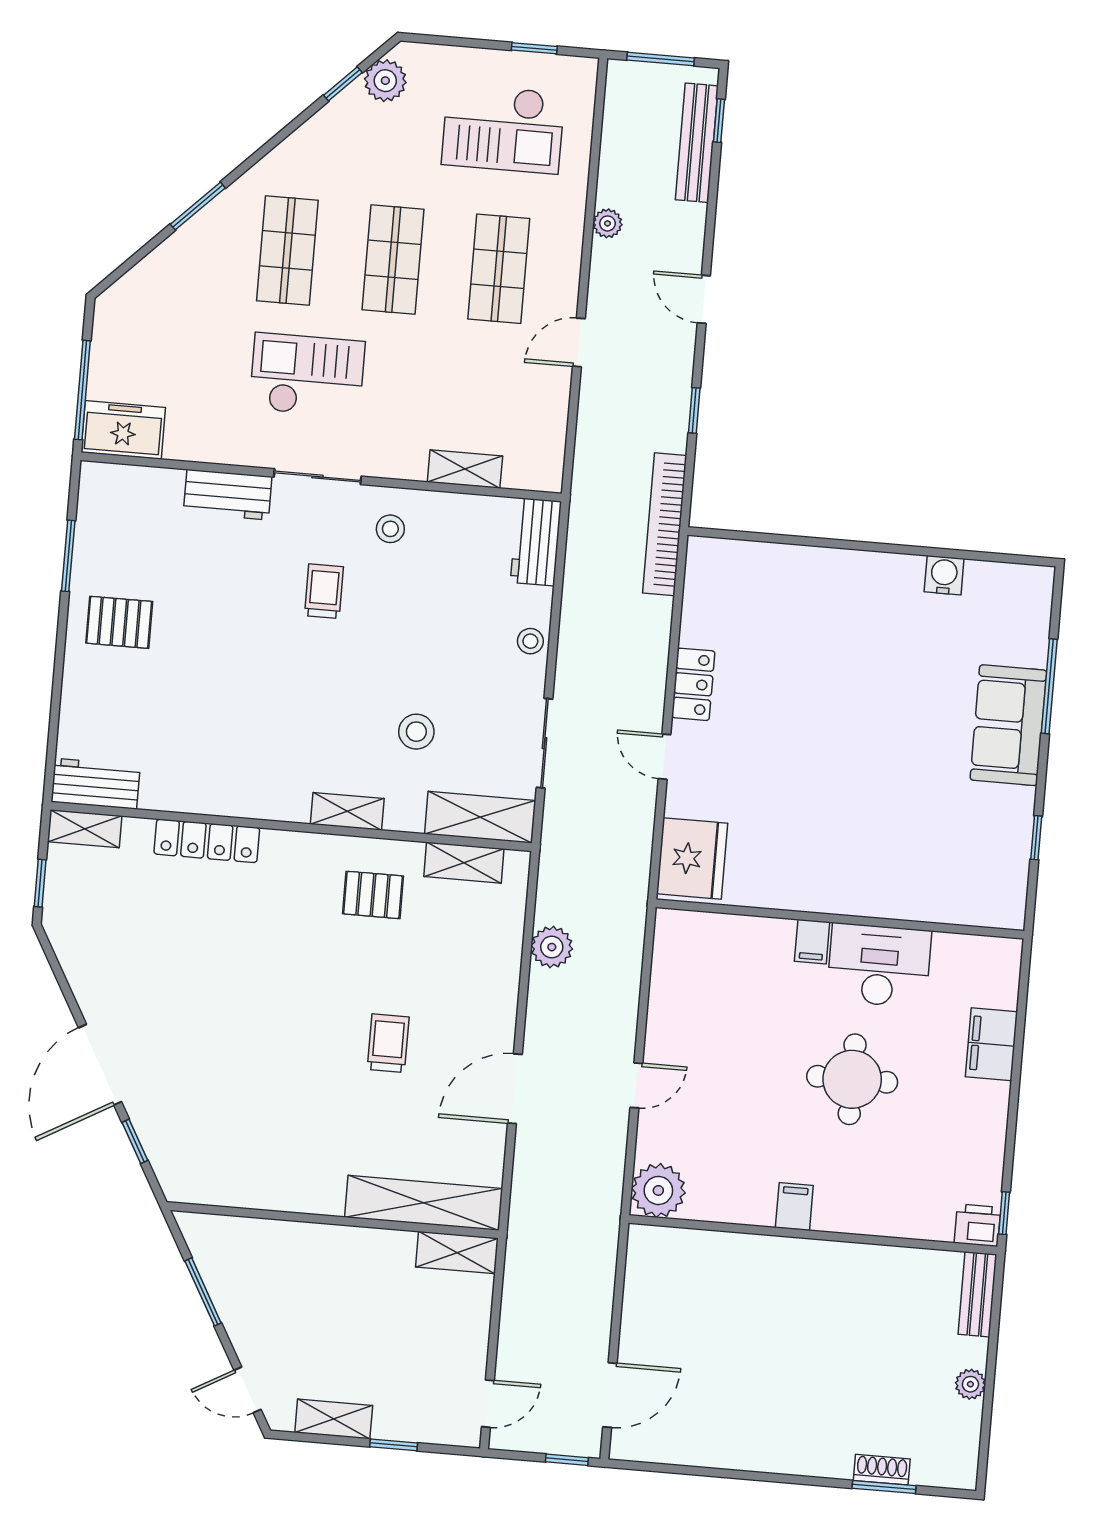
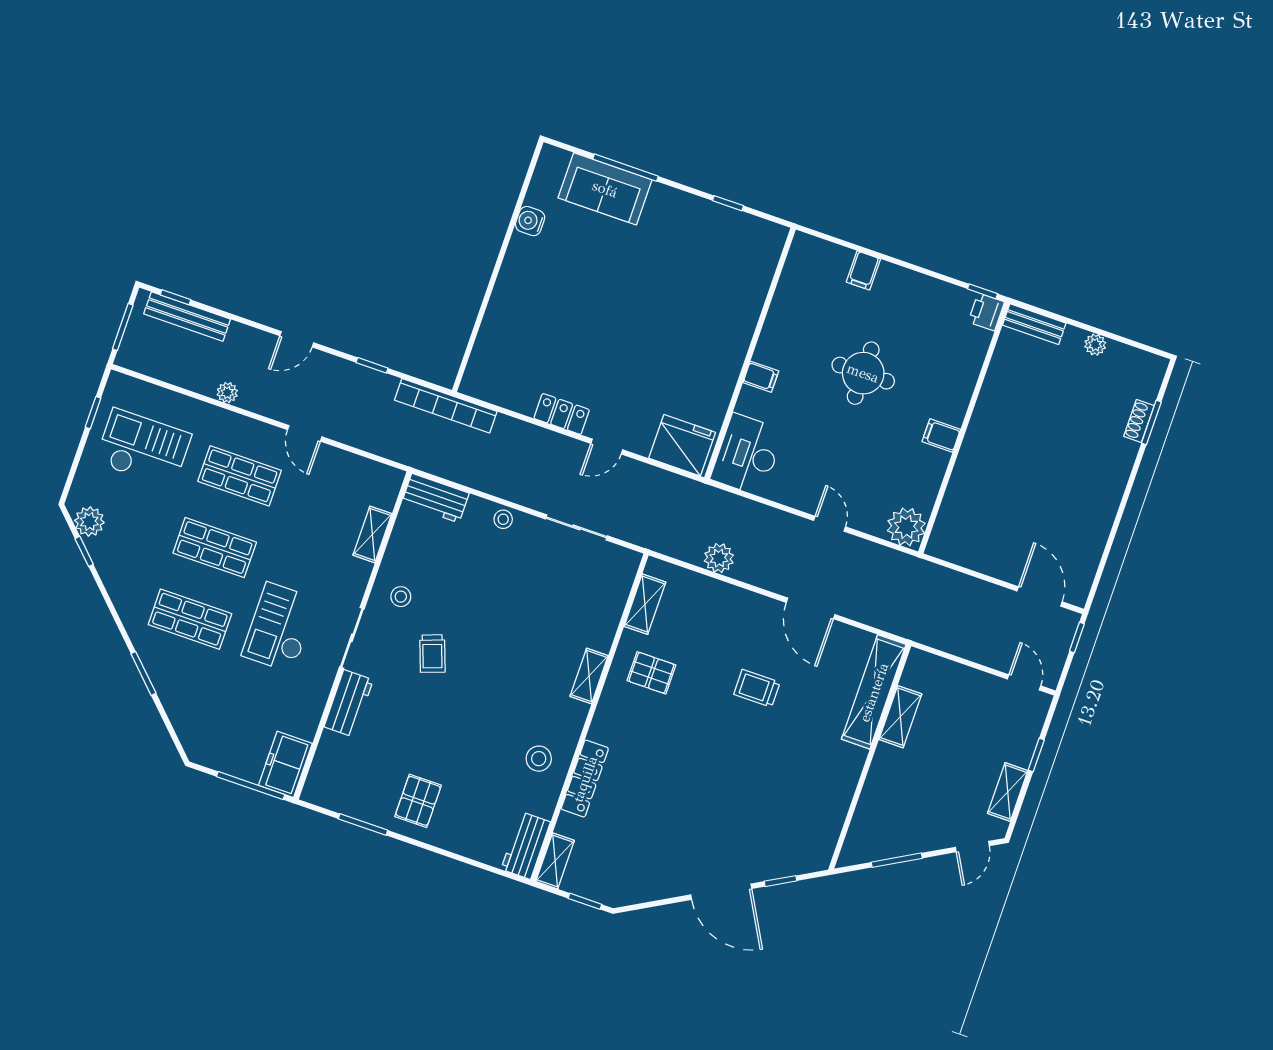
checkout: (503, 129) -> (143, 448), turned -90
trolley: (324, 591) -> (432, 654), turned -110
sofa: (1008, 725) -> (605, 189), moved
stool: (416, 732) -> (539, 759), moved
shelving: (480, 817) -> (616, 585), removed
pallet: (373, 895) -> (651, 673), turned 90
desk: (879, 965) -> (747, 455), moved
filing cabinet: (991, 1044) -> (863, 270), width x0.50
shelving: (457, 1253) -> (900, 717), moved

